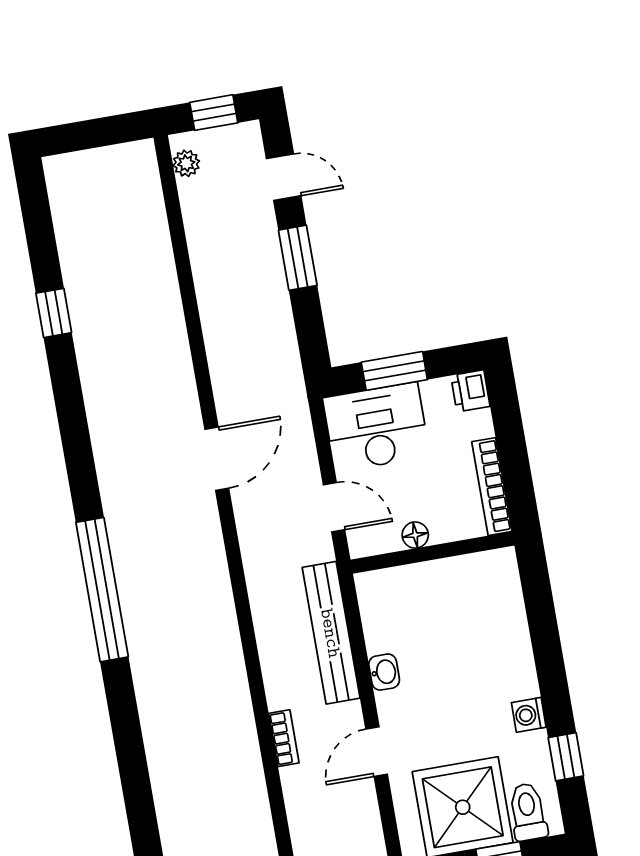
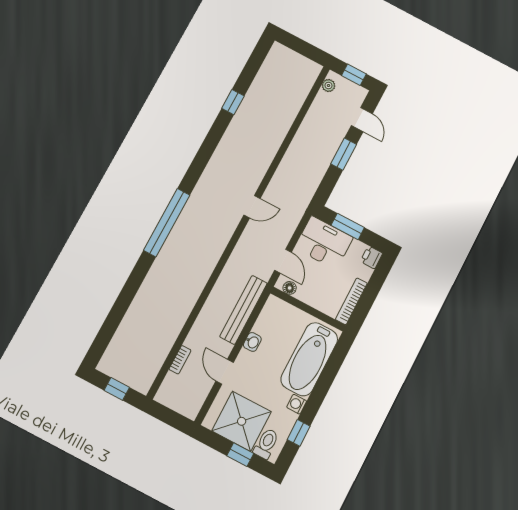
door: (217, 459) -> (252, 207), width x0.73
floor lamp: (415, 535) -> (290, 288), moved
bathtub: (495, 630) -> (309, 359), added
bookcase: (284, 738) -> (180, 360), moved
door: (377, 752) -> (225, 372), hinge flipped

